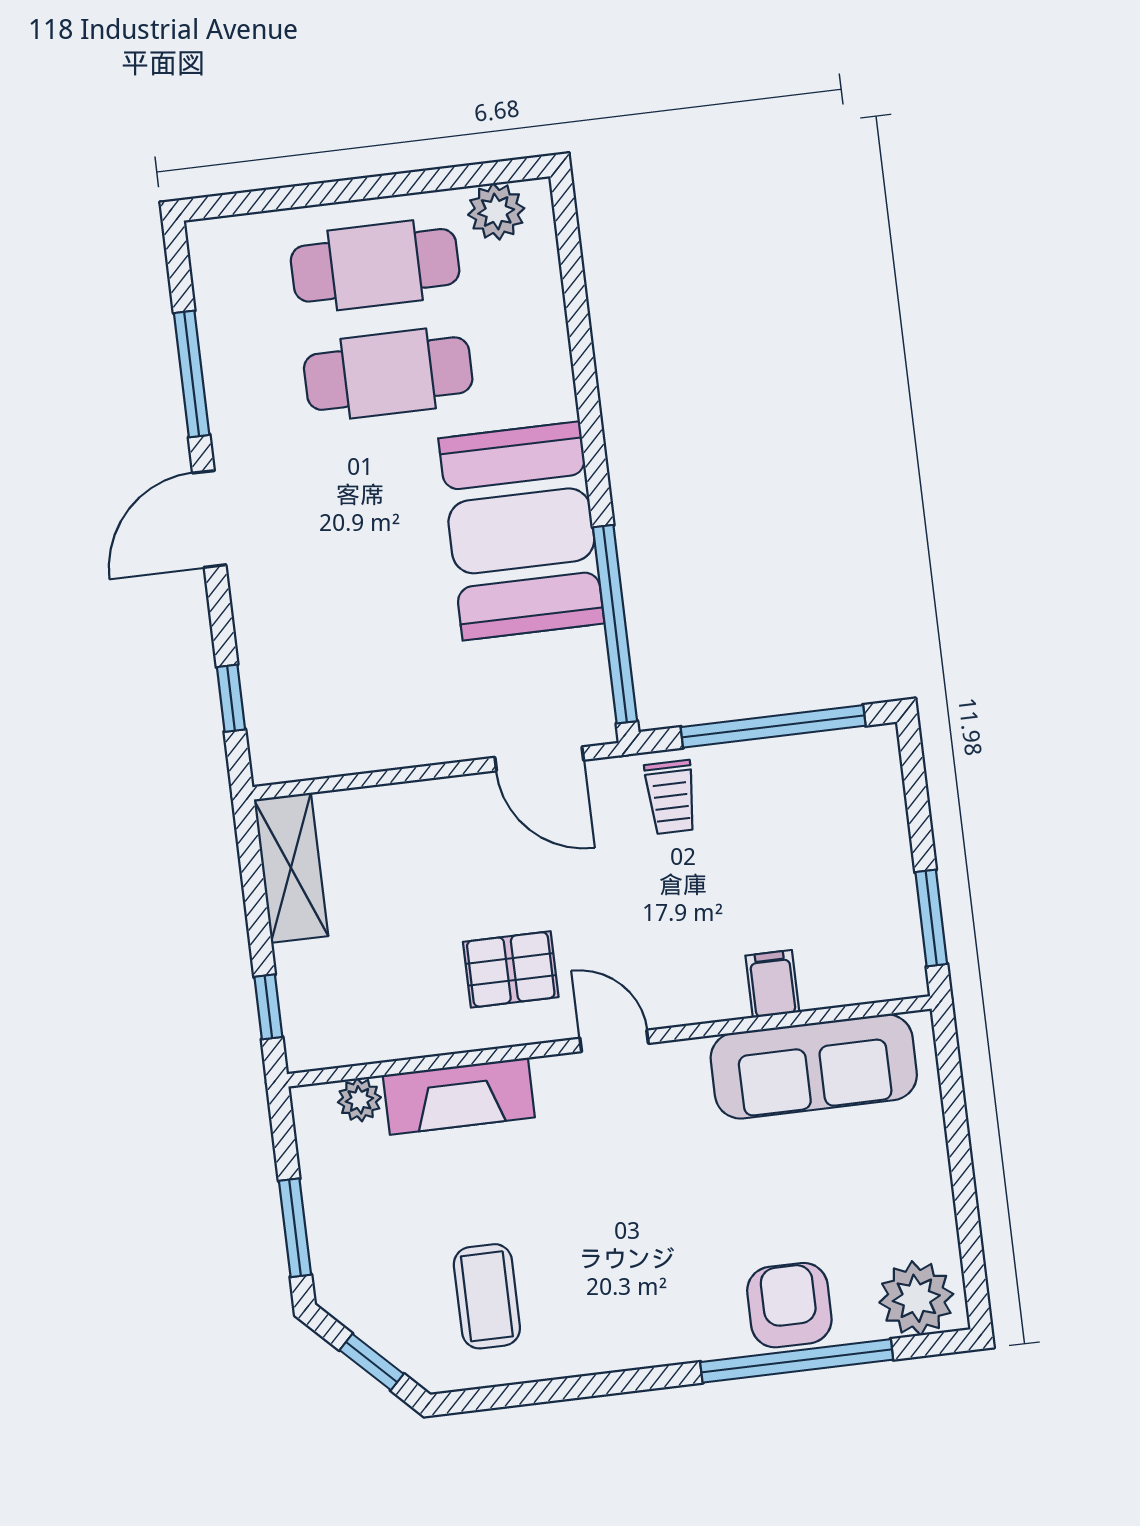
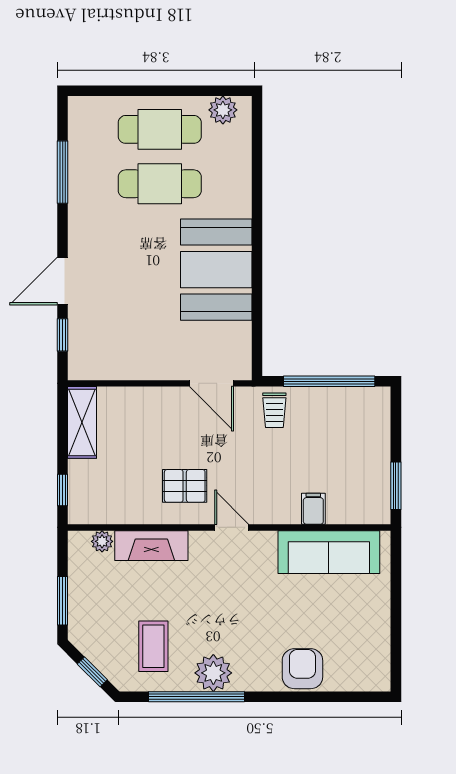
door: (209, 519) -> (63, 281), moved
window: (615, 624) -> (257, 321), removed
plant: (916, 1298) -> (213, 673), moved
window: (797, 1361) -> (197, 697), moved

